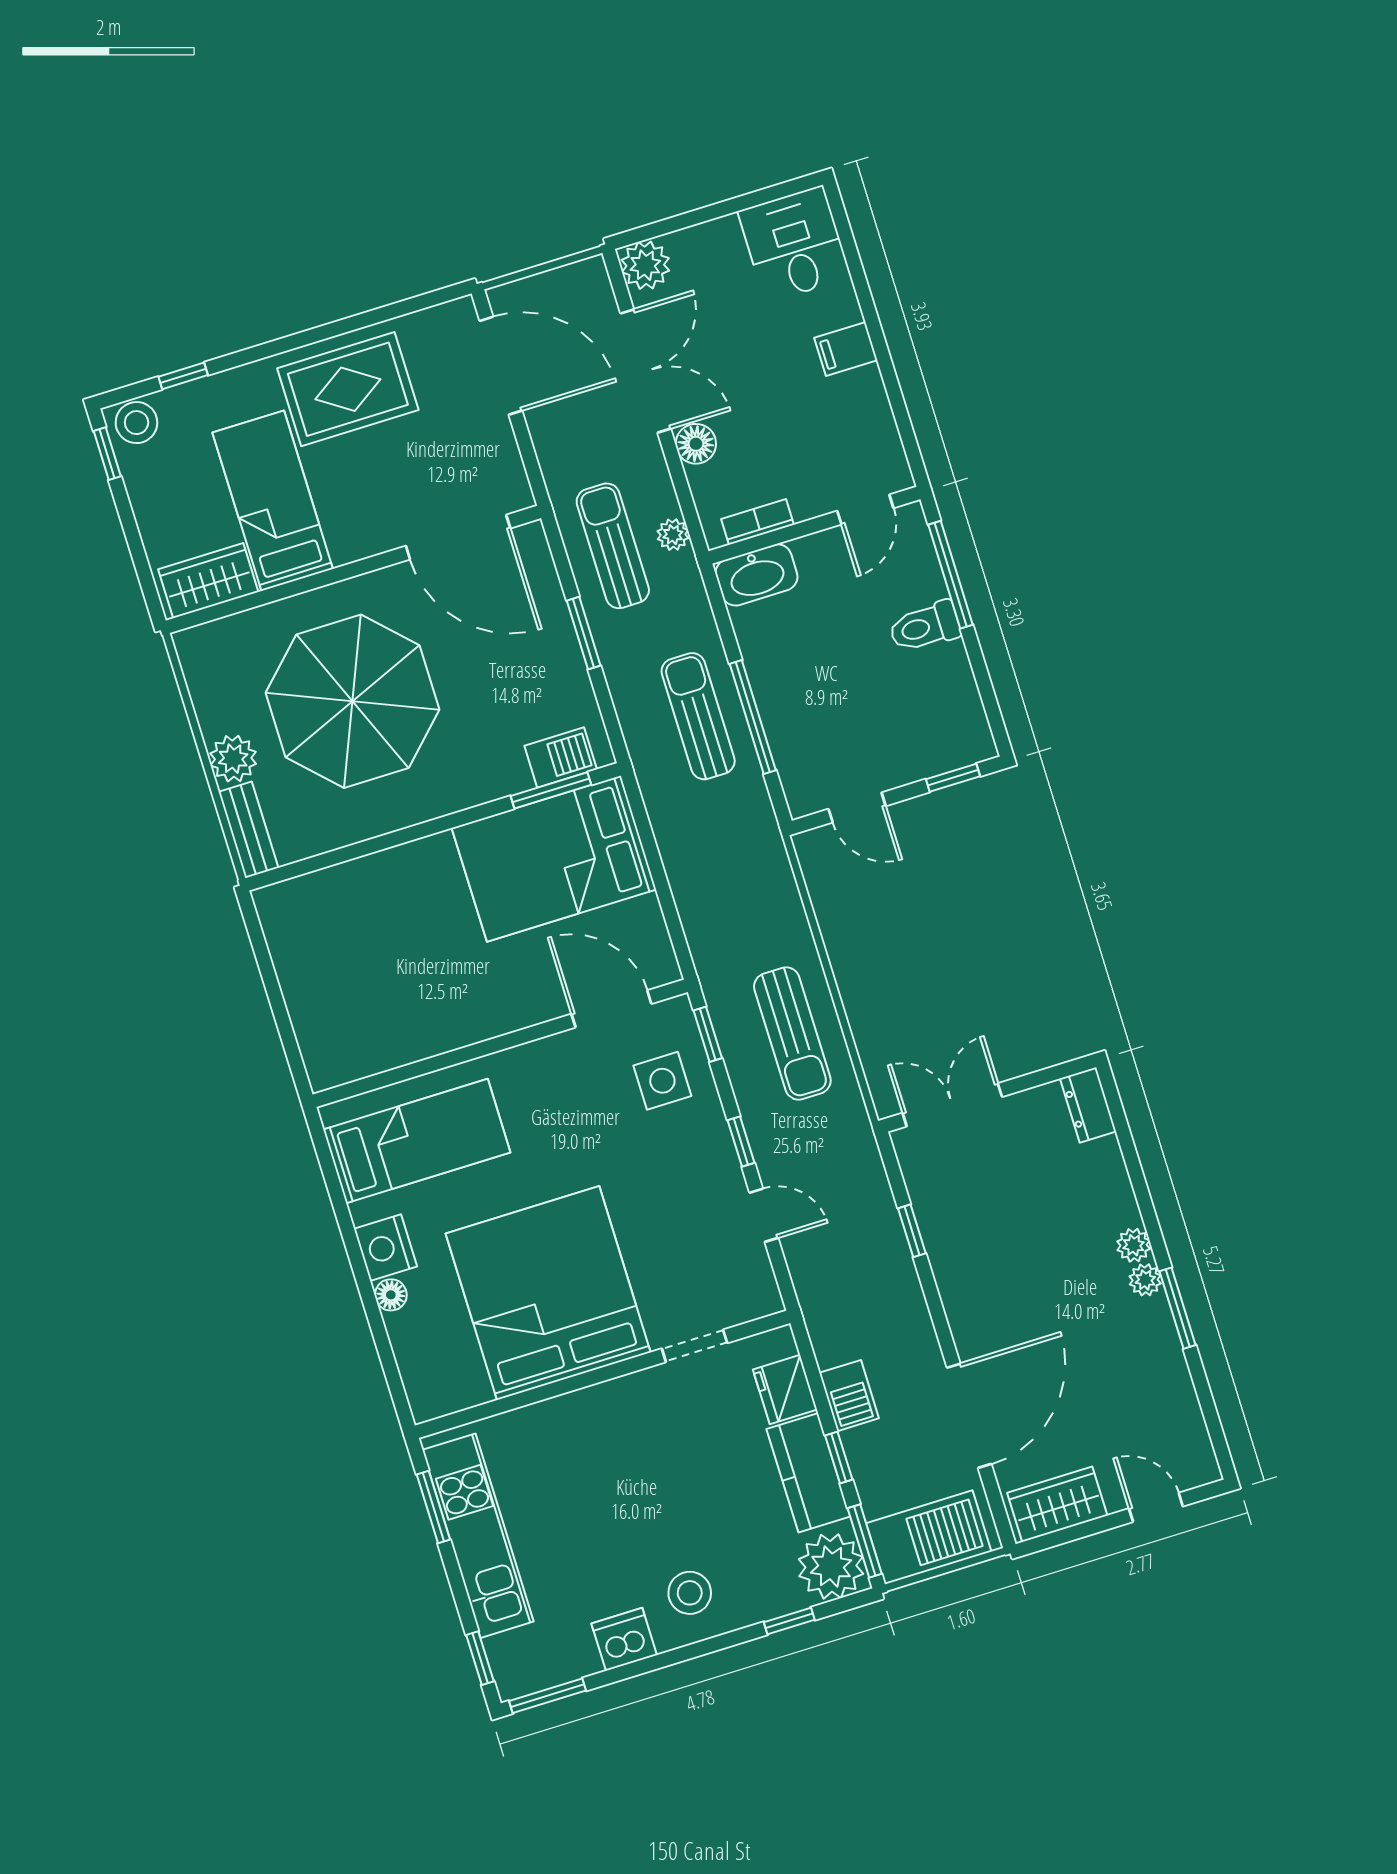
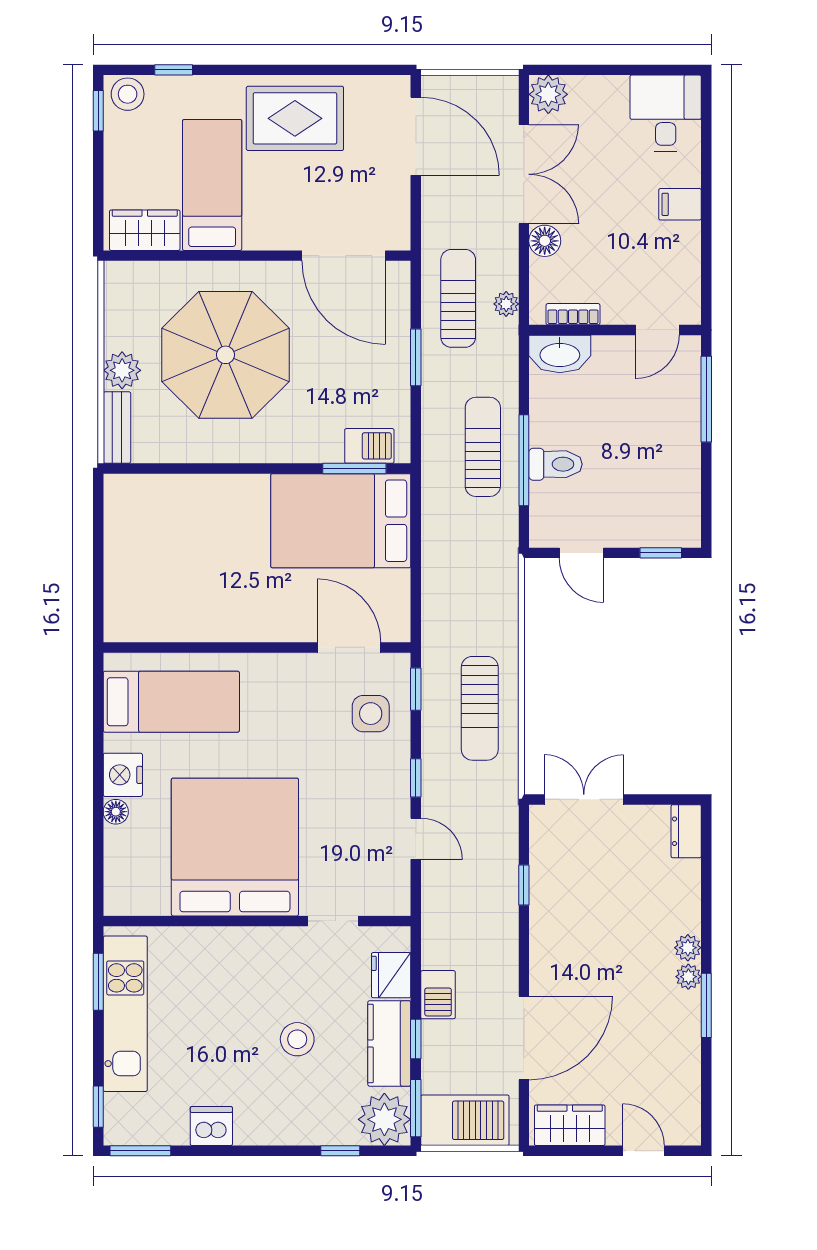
toilet: (925, 627) -> (555, 464), moved, turned 180
stool: (690, 1593) -> (297, 1039), moved

